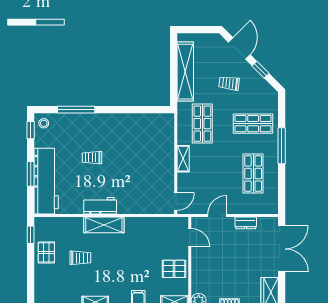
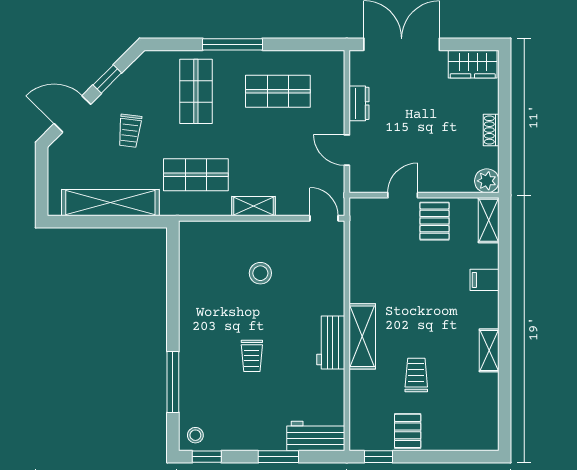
stool: (142, 163) -> (260, 273), added
workbench: (46, 181) -> (316, 436), width x0.53, depth x0.76
door: (190, 238) -> (403, 195), moved
pallet: (46, 252) -> (408, 431), turned 90

